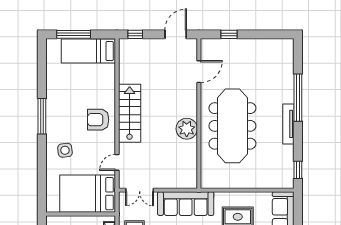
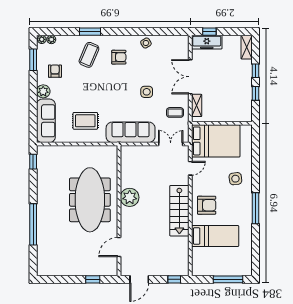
bed: (88, 51) -> (215, 236), moved
tv unit: (288, 124) -> (41, 201), removed

